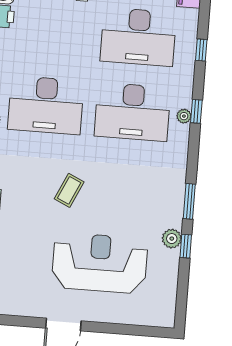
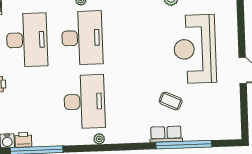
coffee table: (69, 190) -> (171, 101), moved

